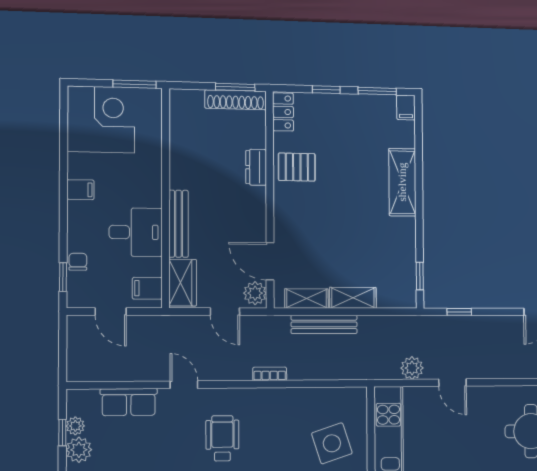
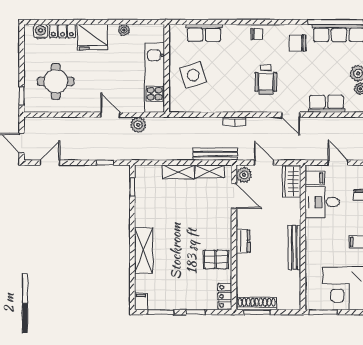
dresser: (256, 167) -> (243, 241), moved
bench: (179, 224) -> (294, 247), moved
desk: (136, 232) -> (322, 202), moved
bench: (324, 324) -> (215, 154), moved

